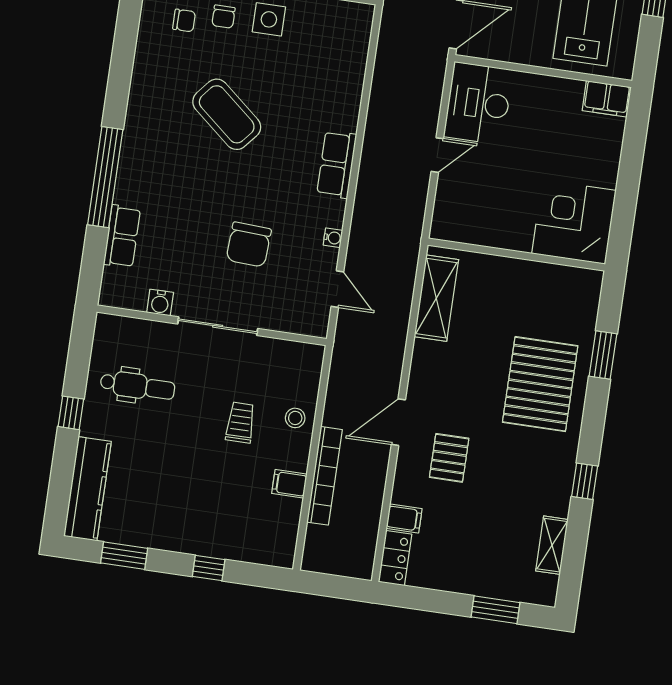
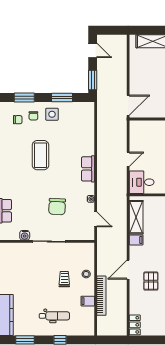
desk: (478, 103) -> (142, 182), moved, width x0.73
coffee table: (227, 114) -> (41, 155), turned 50
dental chair: (138, 386) -> (54, 316), moved
filing cabinet: (404, 518) -> (136, 240), moved

